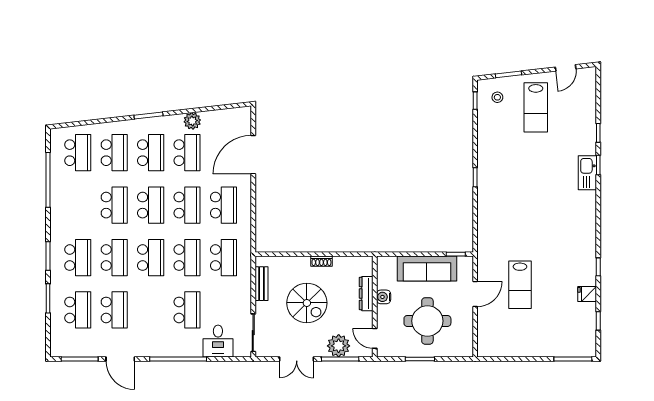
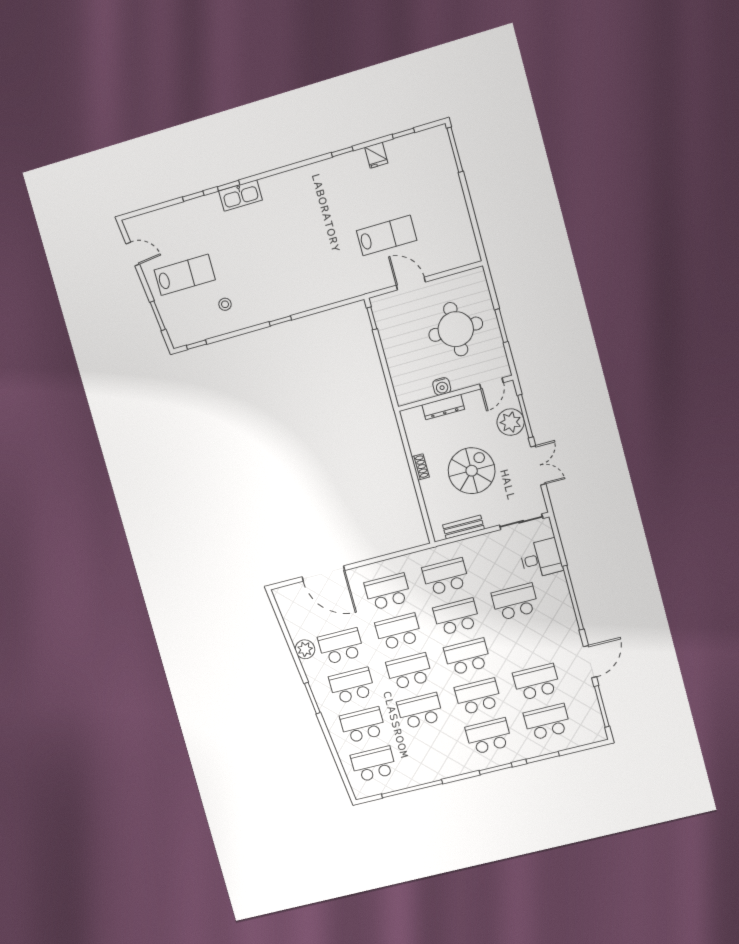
stool: (497, 97) -> (225, 304), moved
sofa: (427, 269) -> (397, 346), removed

